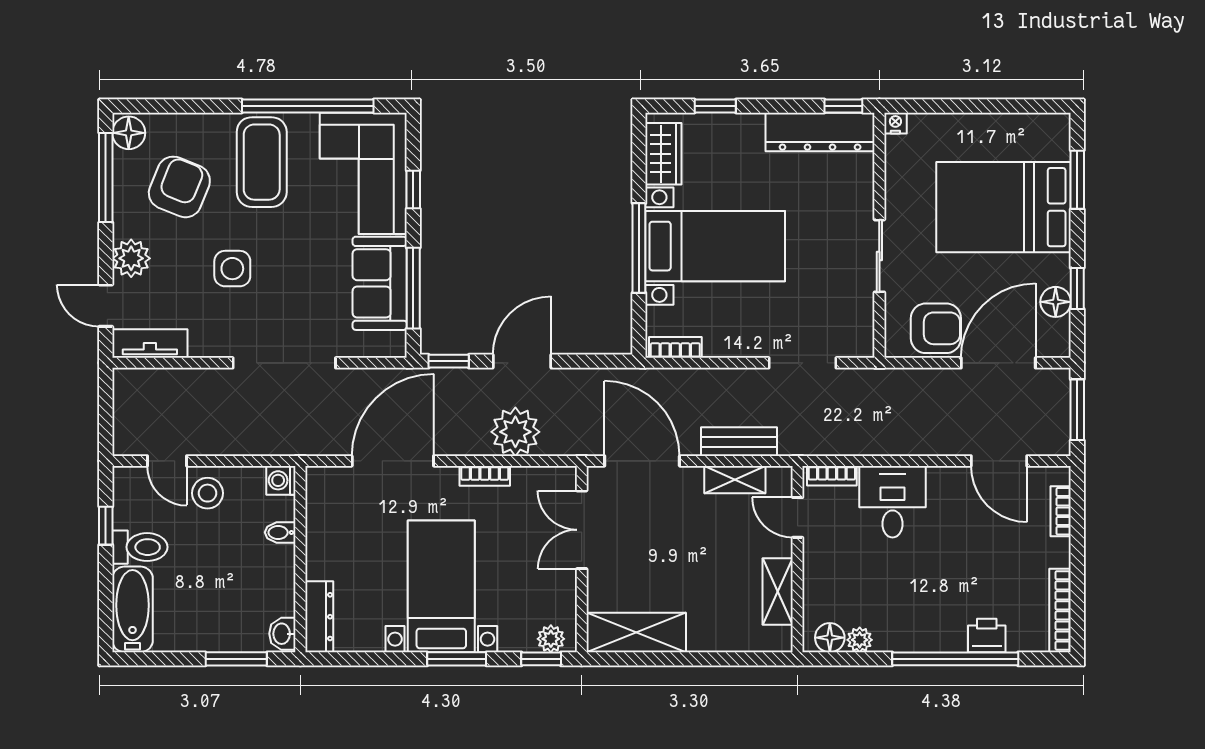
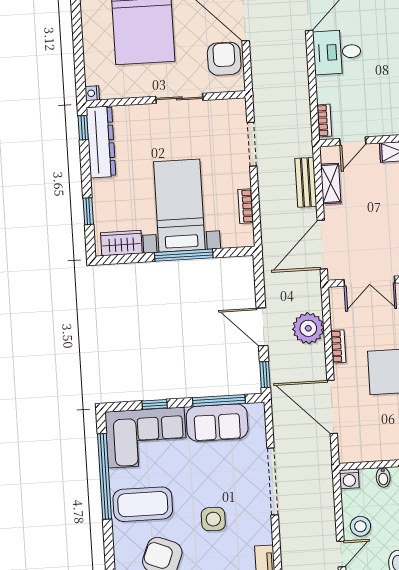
bookcase: (675, 347) -> (246, 206), moved
desk: (893, 502) -> (337, 52), moved

